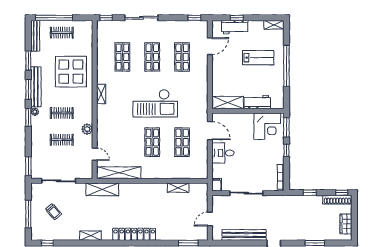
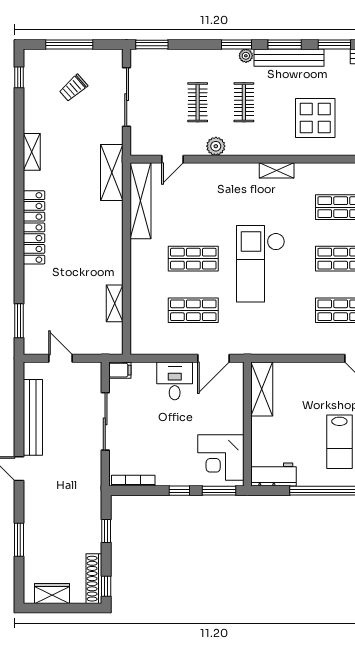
display table: (71, 72) -> (315, 118), width x0.73, depth x0.73
workbench: (257, 102) -> (274, 475), moved, turned -90

